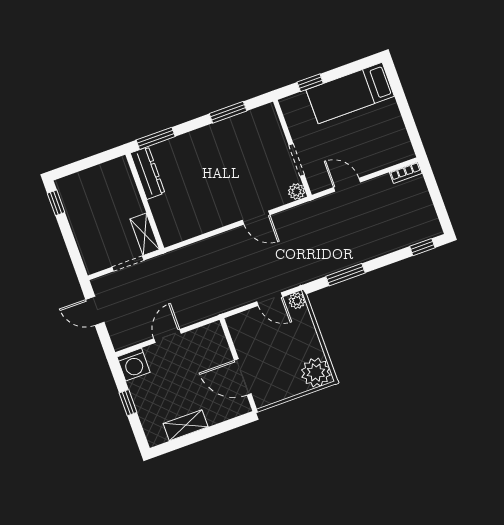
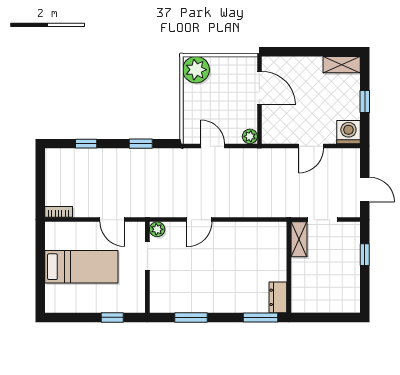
bed: (350, 93) -> (81, 267), moved
dresser: (148, 173) -> (278, 297), width x0.70
window: (56, 203) -> (365, 255), moved
door: (256, 218) -> (199, 220), swing flipped
window: (422, 247) -> (86, 144), moved
window: (346, 275) -> (141, 144), width x0.67
plant: (297, 301) -> (250, 136), moved
shelving: (186, 425) -> (342, 65), moved

